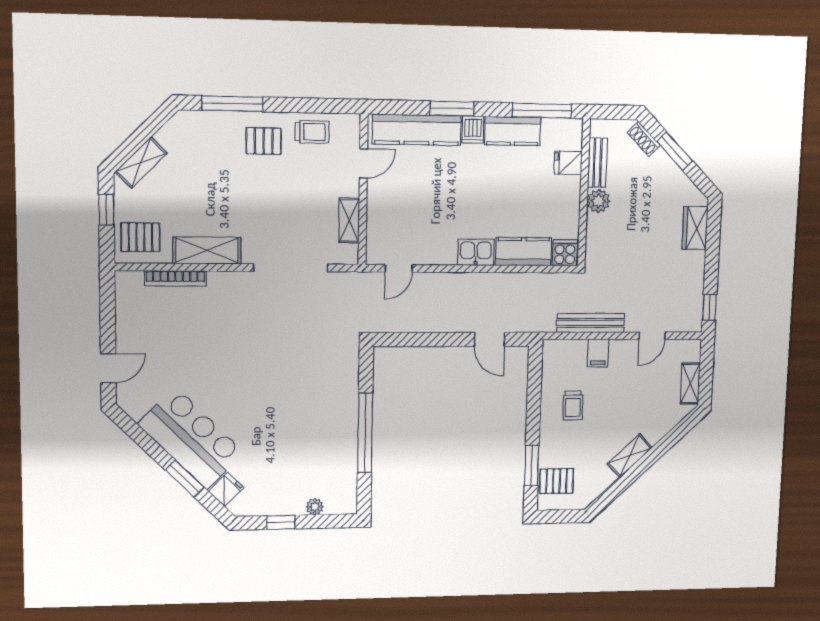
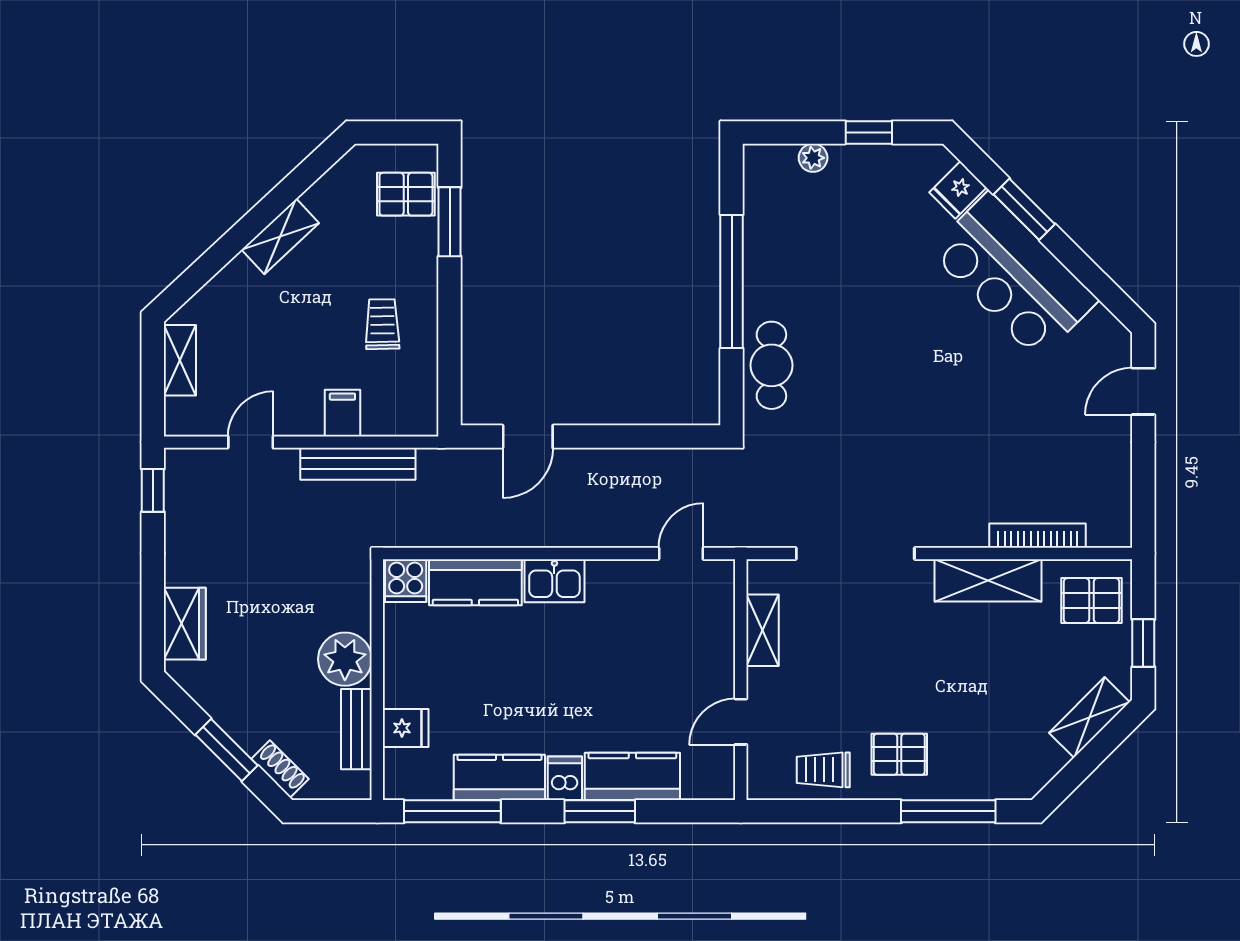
kitchen counter: (417, 130) -> (632, 776), width x0.67
plant: (598, 201) -> (345, 659), width x1.36, depth x1.36
door: (489, 339) -> (528, 437), swing flipped
cafe table: (341, 383) -> (771, 365), added

